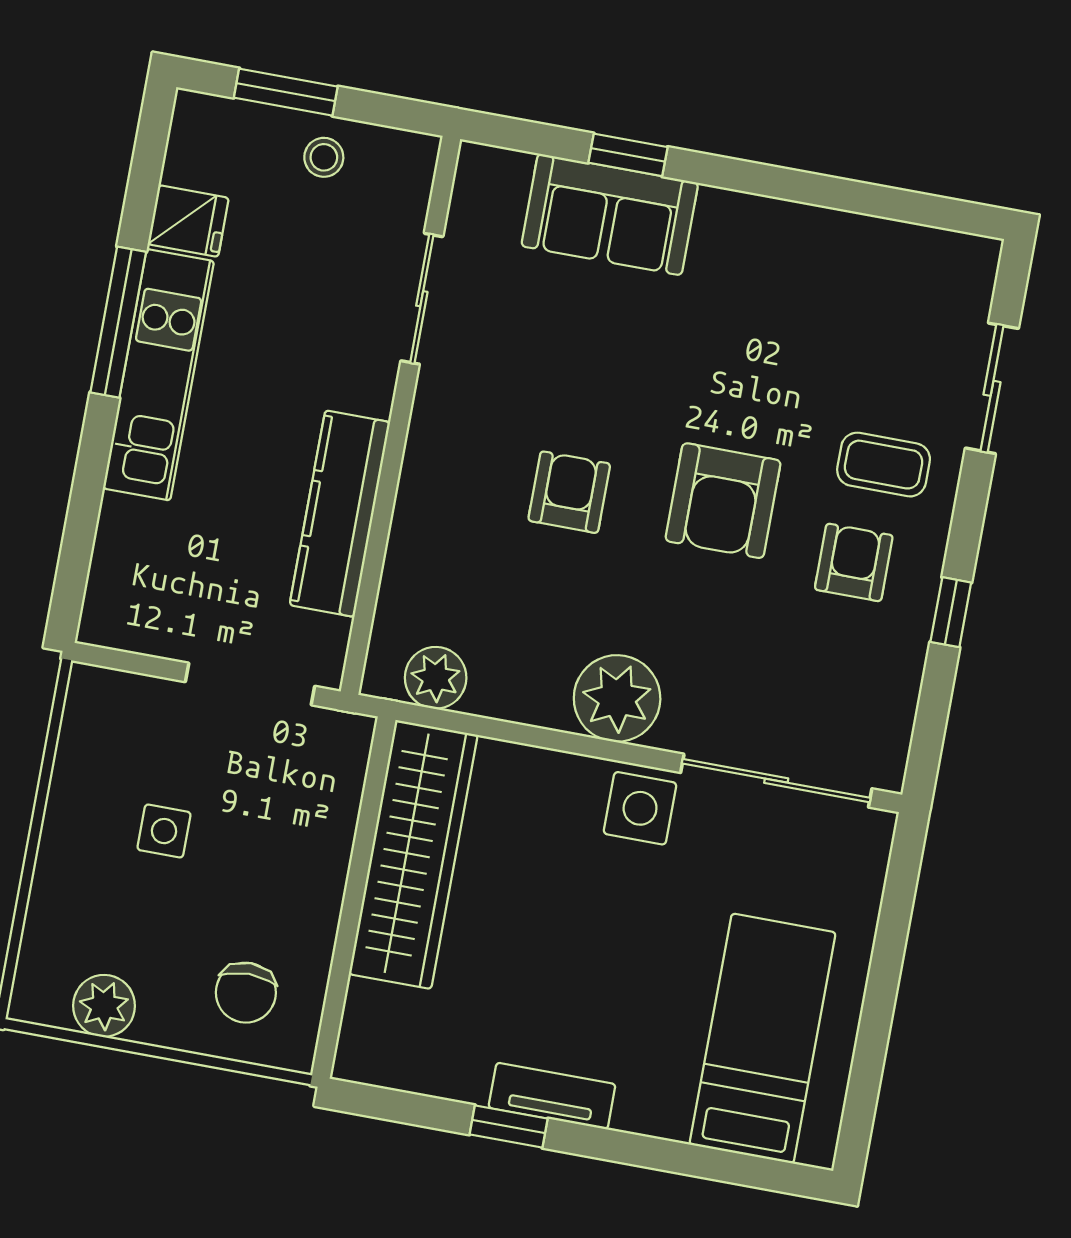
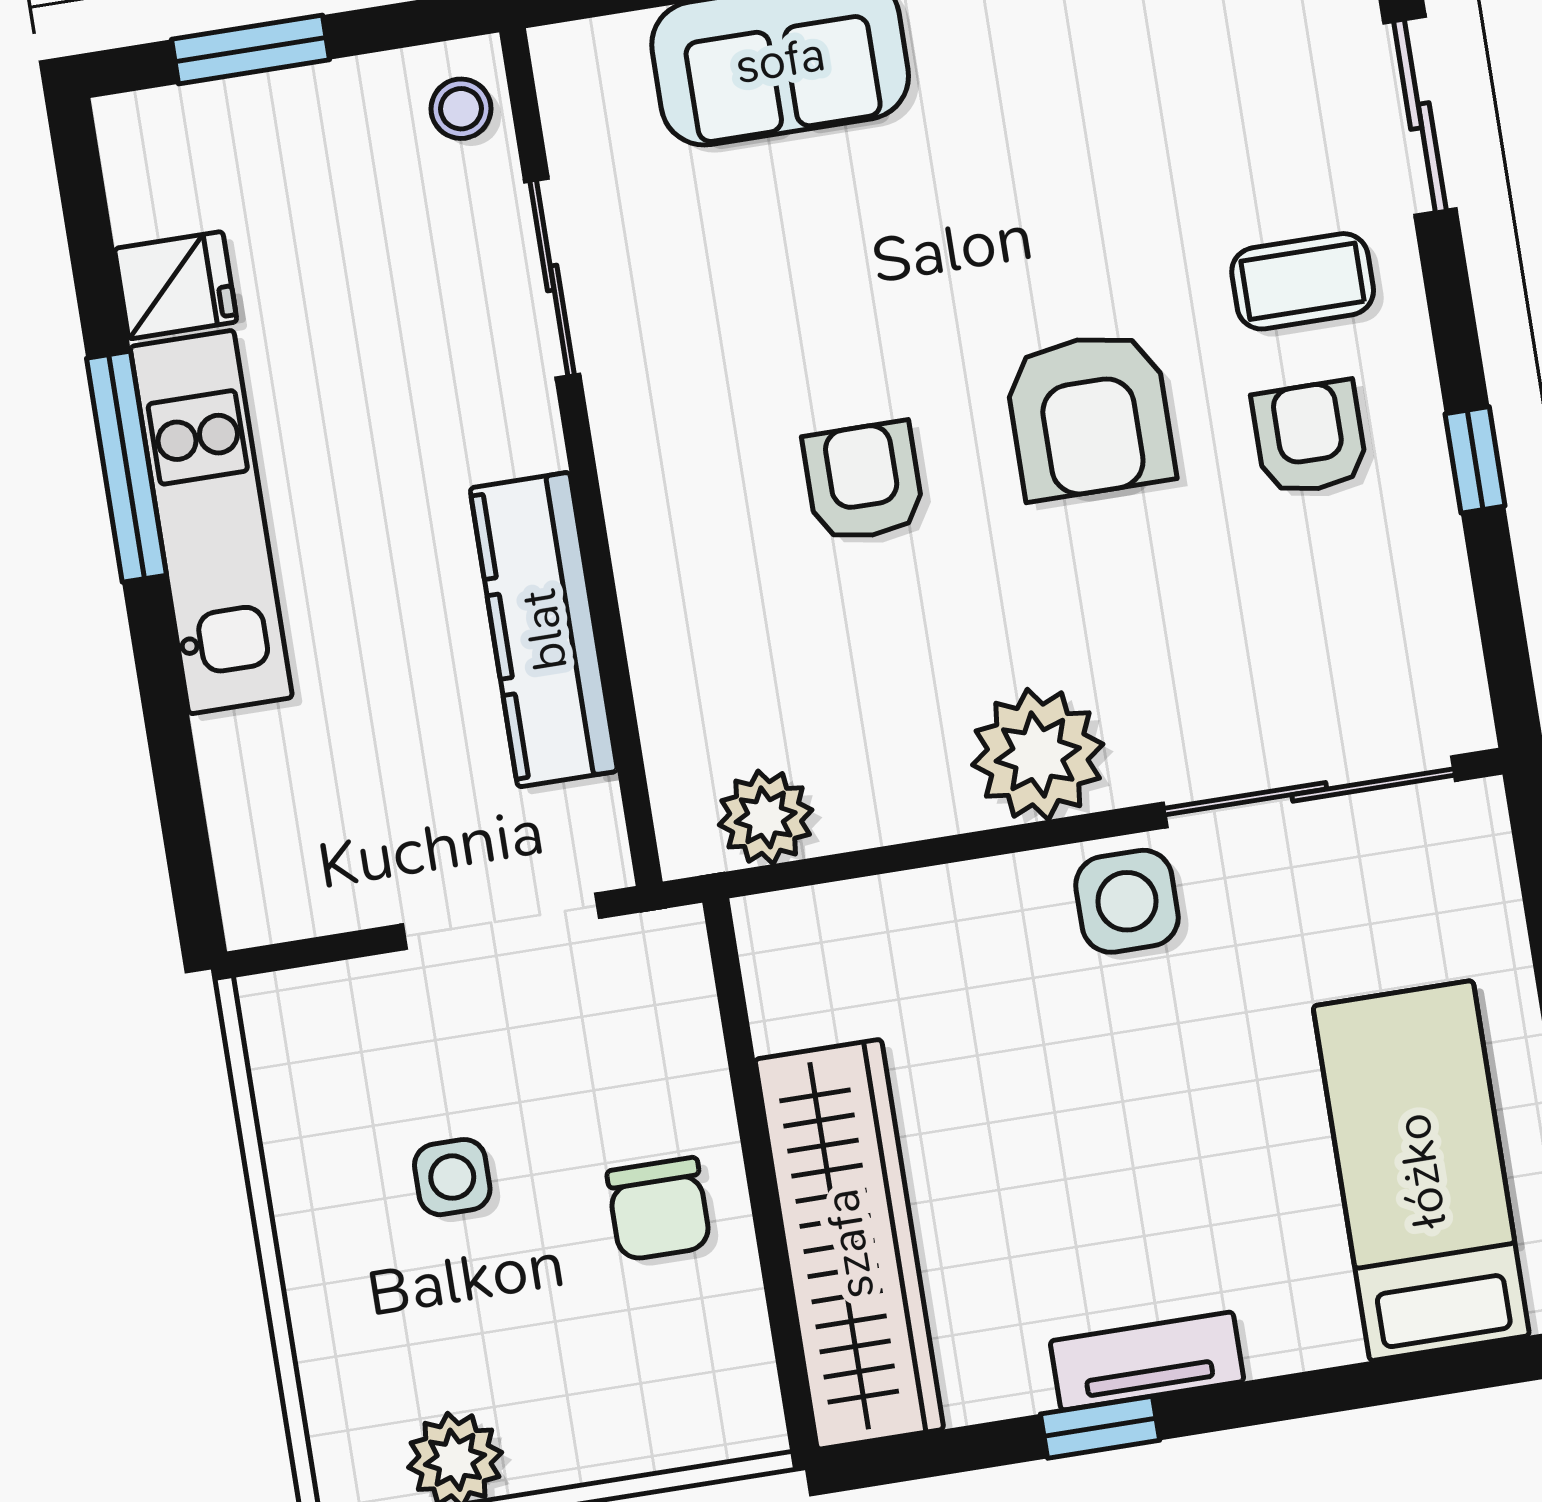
stool: (324, 157) -> (461, 109), moved
wardrobe: (413, 854) -> (849, 1244), moved
chair: (246, 993) -> (659, 1209), moved

